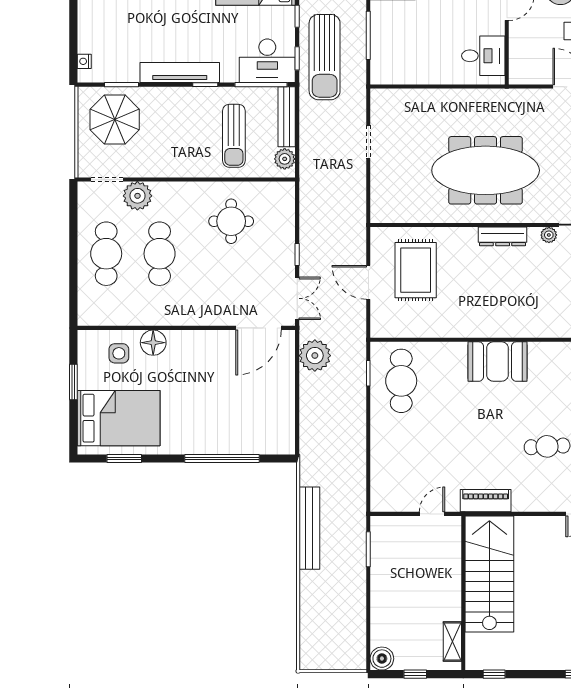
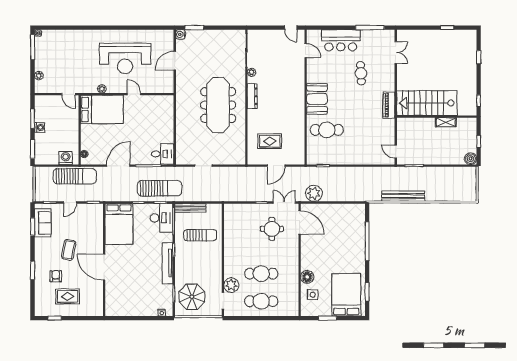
desk: (483, 56) -> (163, 154), moved, turned 90
plant: (285, 159) -> (212, 209), removed
round table: (231, 221) -> (272, 229), moved
rug: (416, 270) -> (270, 141), width x0.73, depth x0.70
cafe table: (401, 381) -> (327, 130), moved
door: (432, 514) -> (396, 152), moved
shelving: (452, 641) -> (446, 122), moved

